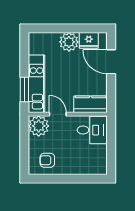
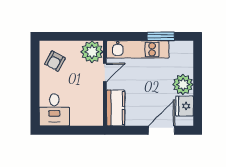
window: (24, 90) -> (161, 36), moved
desk: (92, 130) -> (54, 110), moved
armchair: (47, 160) -> (55, 61), turned -151

